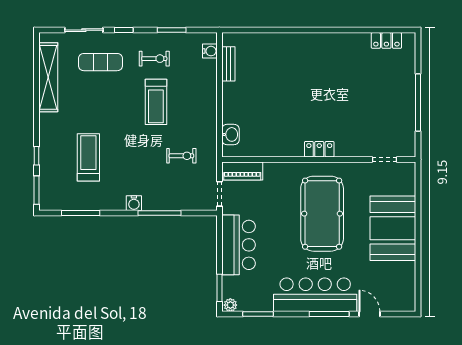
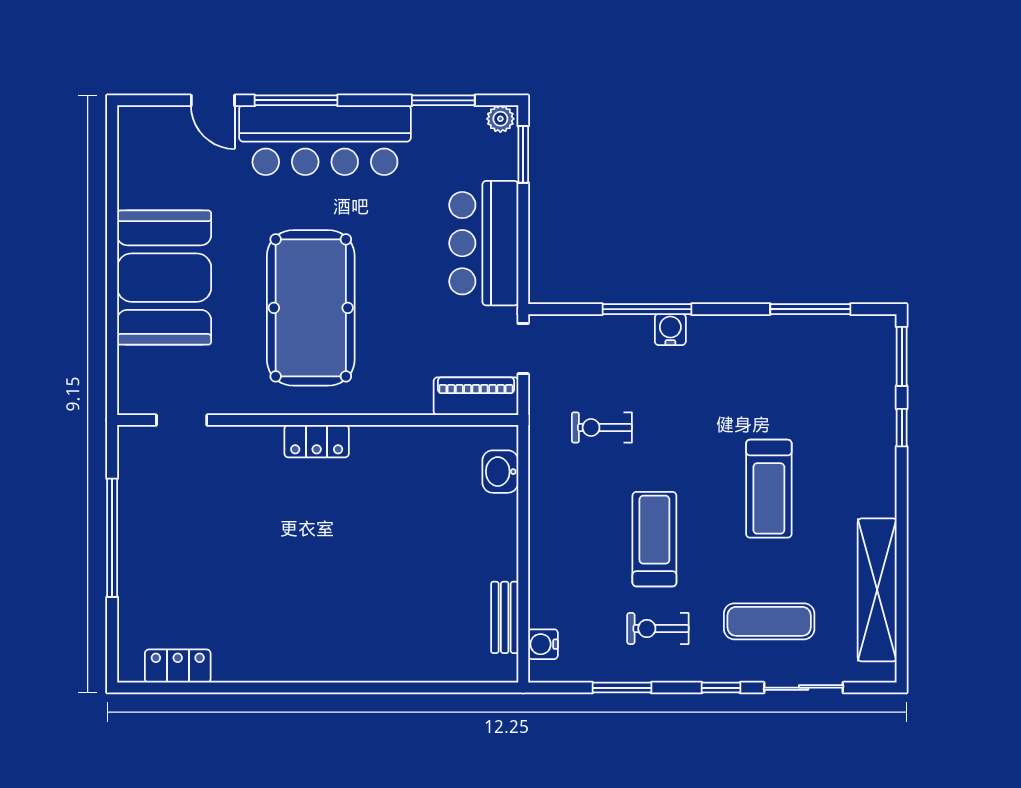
treadmill: (88, 157) -> (769, 489), moved
water cooler: (134, 203) -> (670, 330), moved

